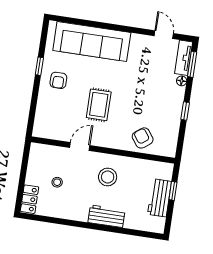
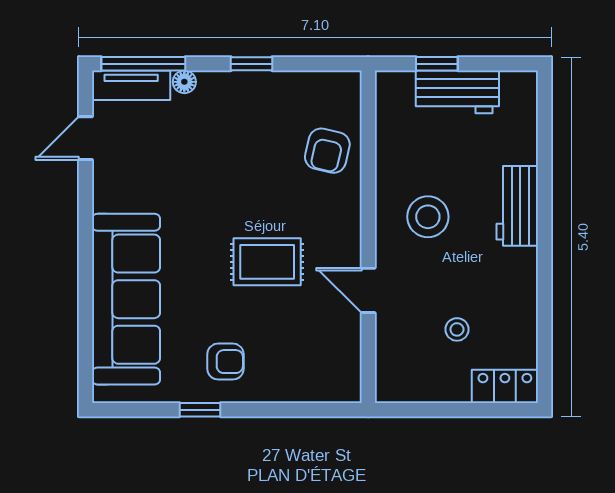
window: (192, 64) -> (143, 64), width x1.44
armchair: (143, 138) -> (327, 151), turned -40

